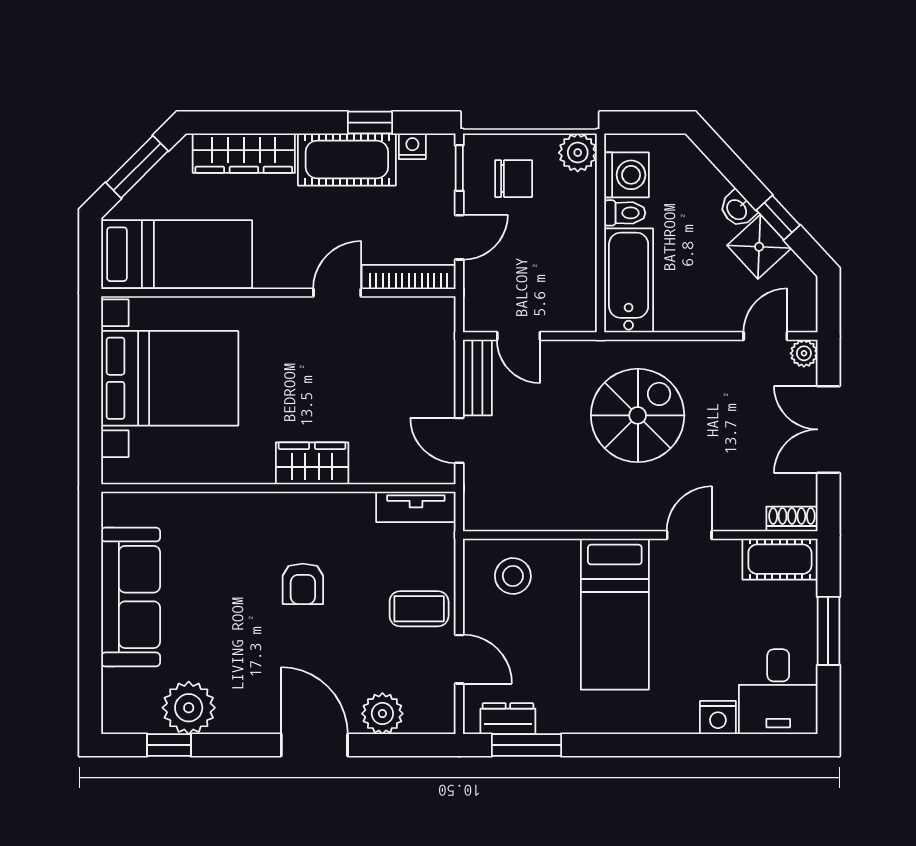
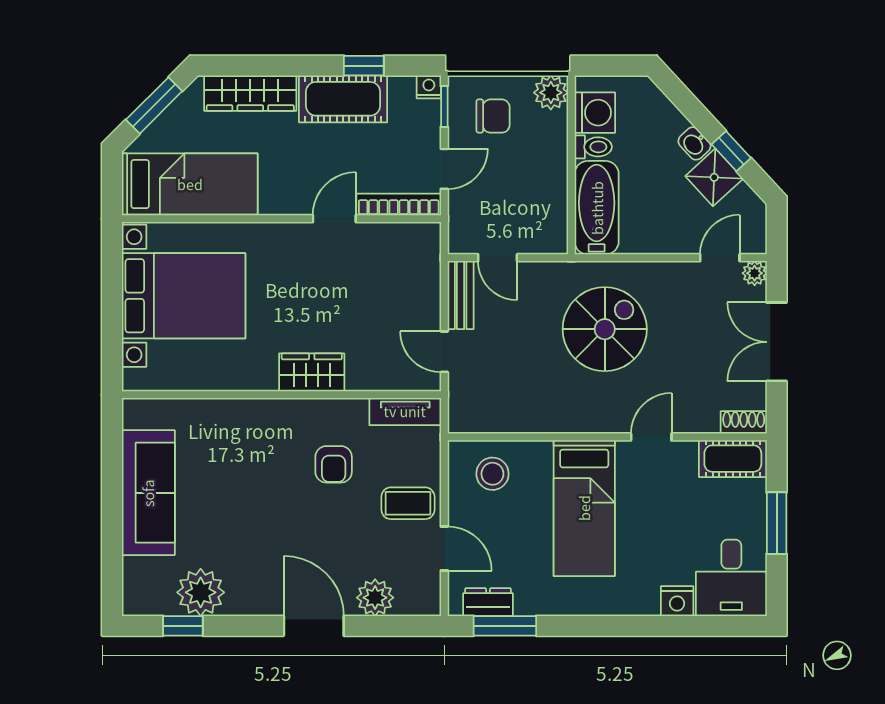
nightstand: (412, 146) -> (429, 87), moved
armchair: (303, 584) -> (334, 464), moved

